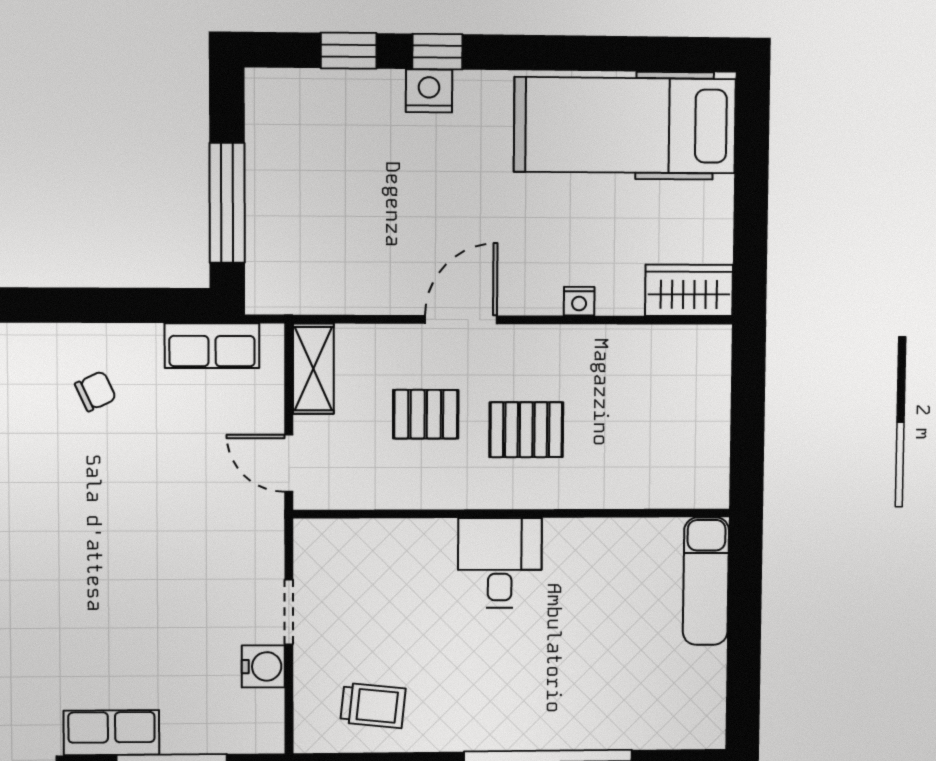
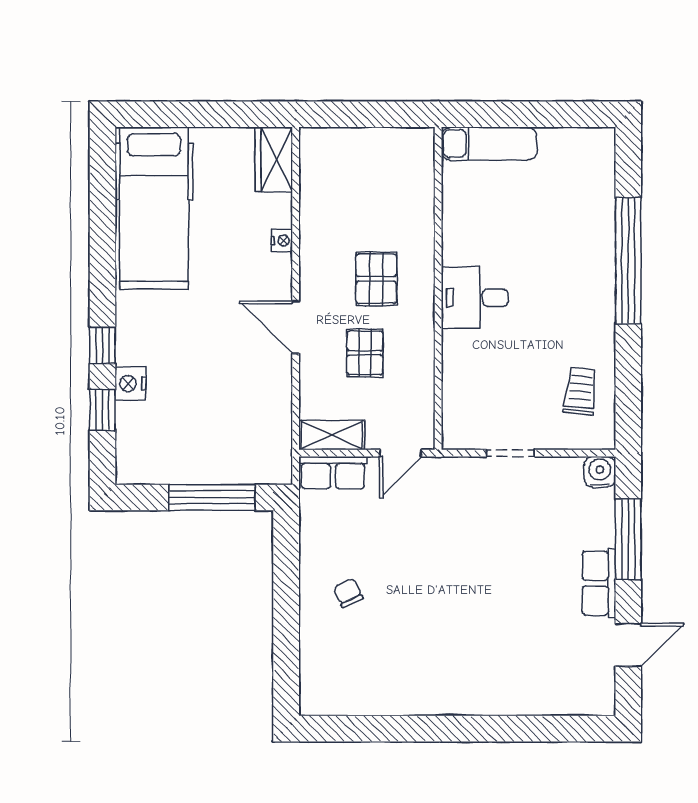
nightstand: (429, 91) -> (130, 384), moved
row of seats: (212, 346) -> (333, 473), moved, turned 90
water cooler: (263, 666) -> (600, 472), moved

